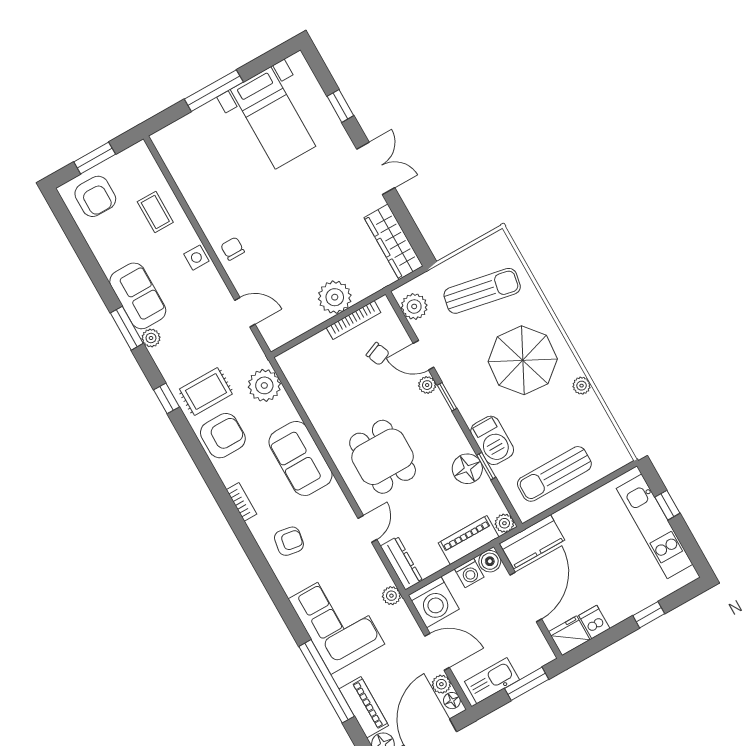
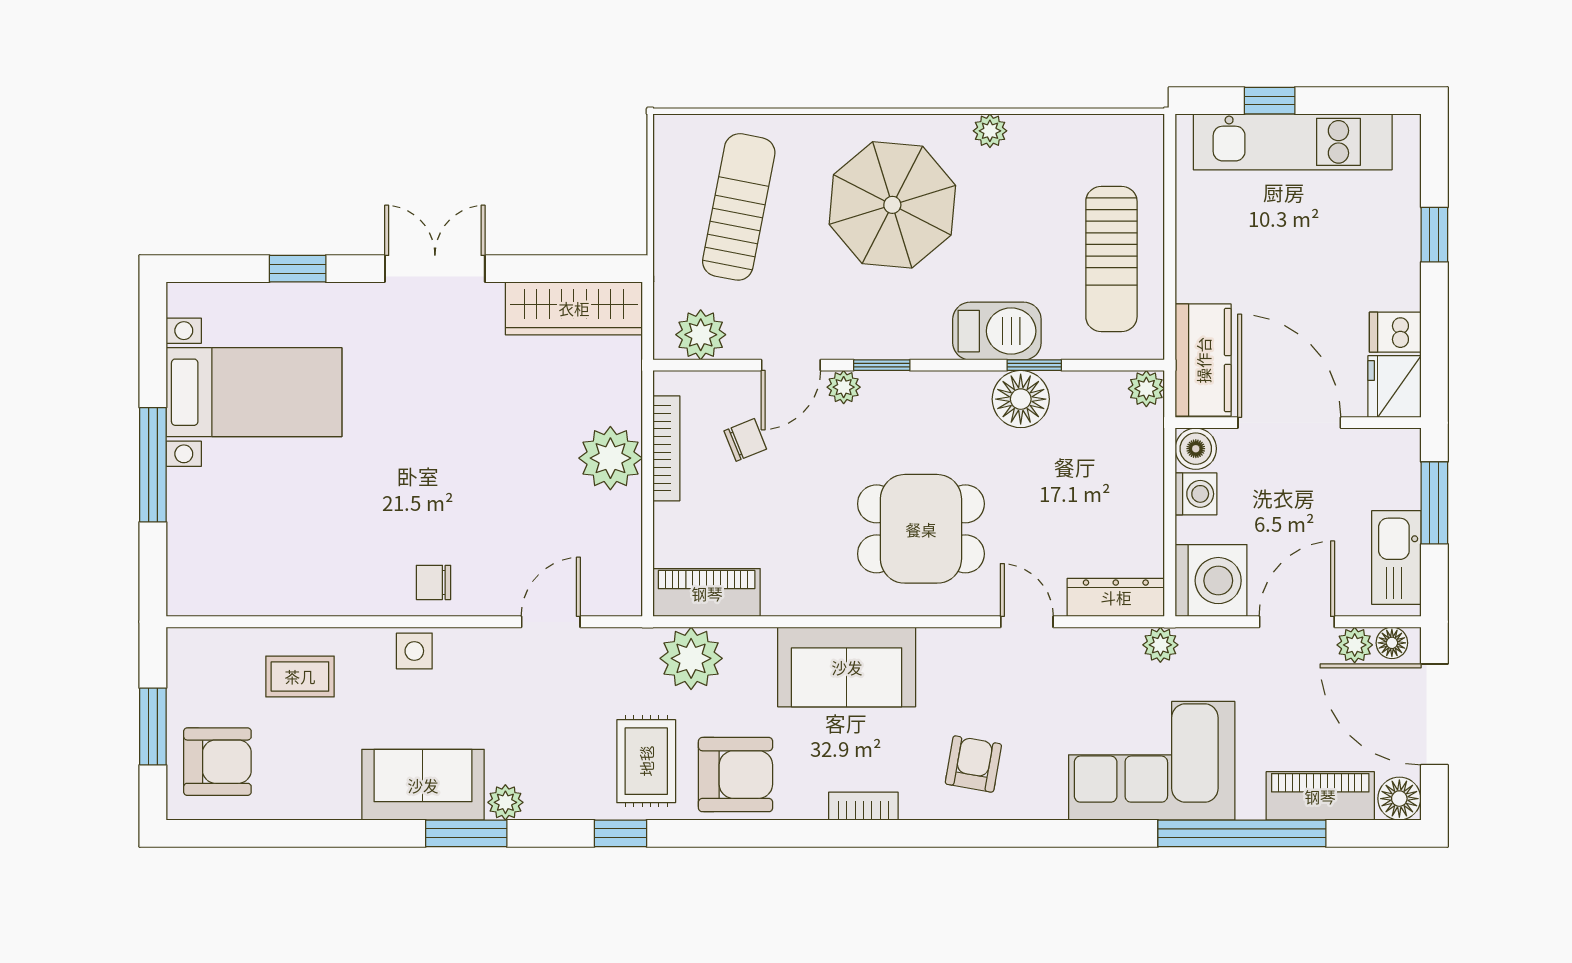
armchair: (223, 436) -> (736, 775), turned 90
piano: (469, 540) -> (707, 593), moved, turned 90

